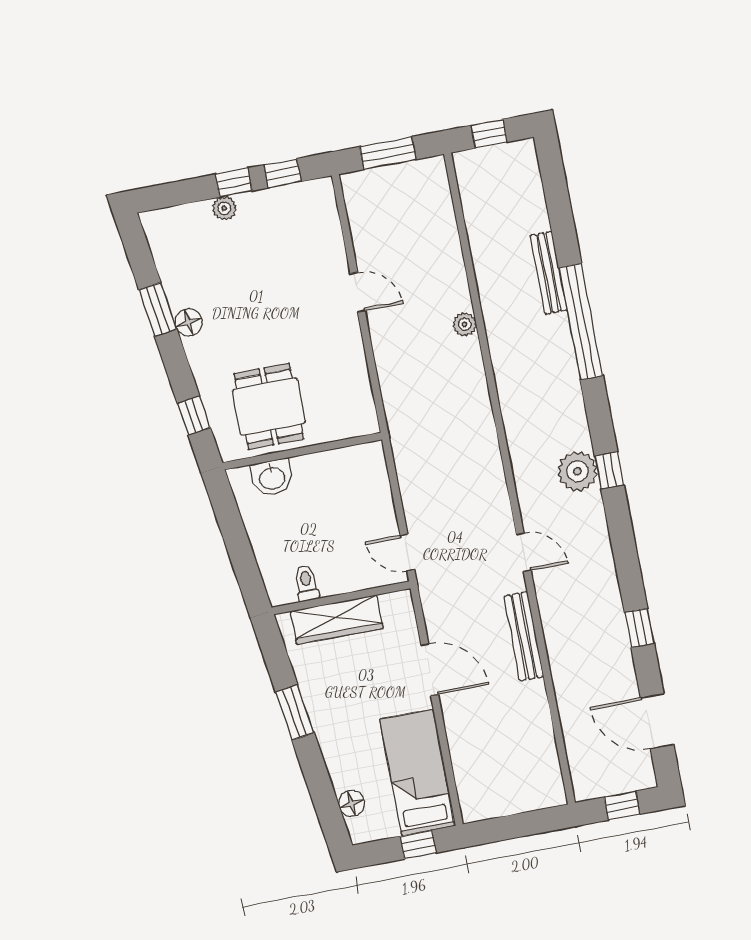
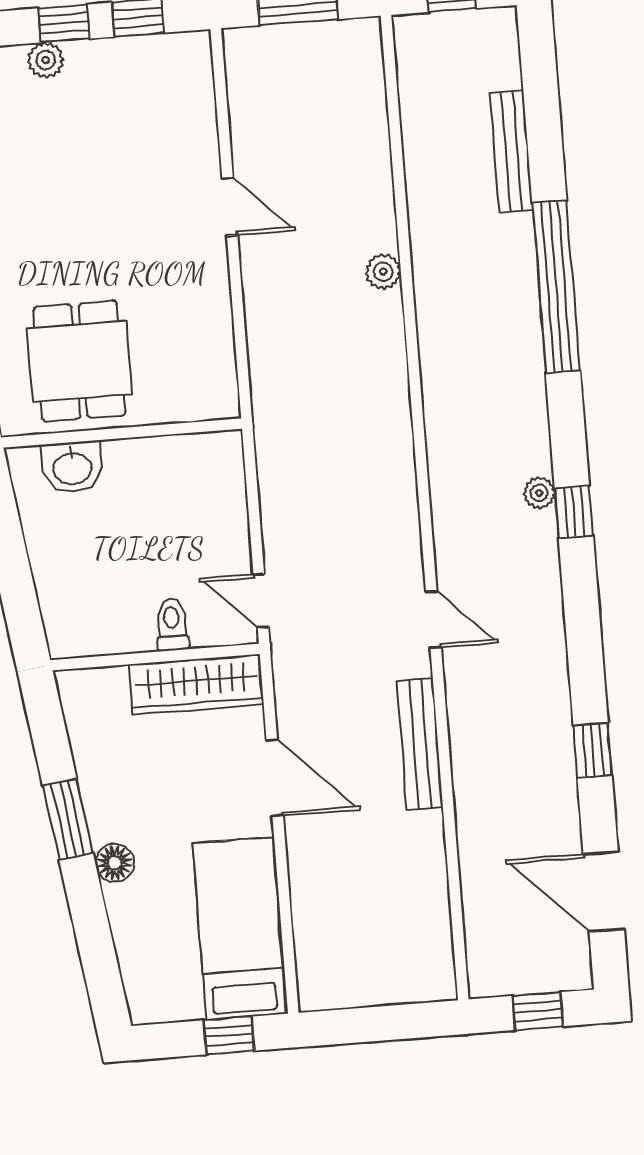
bench: (548, 273) -> (511, 151), moved
plant: (577, 471) -> (539, 493), width x0.53, depth x0.53
toilet: (306, 583) -> (172, 625), moved
wardrobe: (337, 620) -> (196, 684), moved
floor lamp: (352, 804) -> (115, 863), moved

